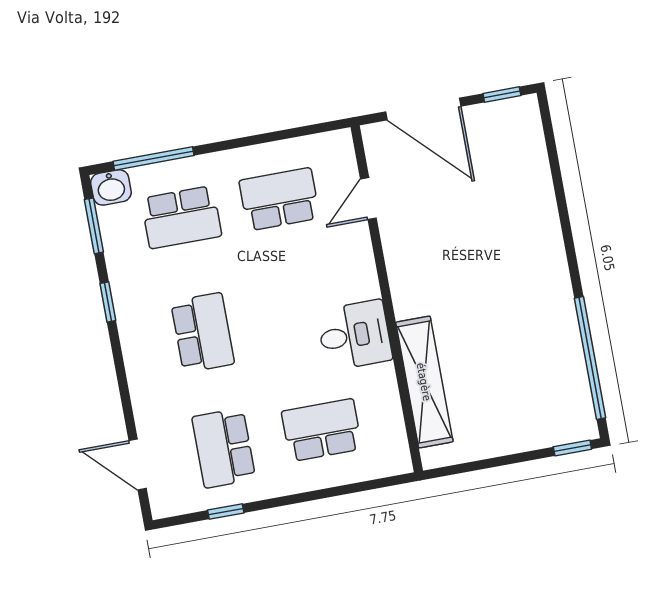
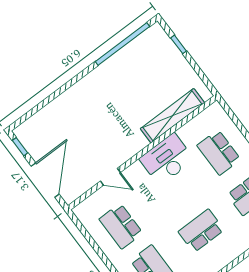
door: (368, 199) -> (110, 177), moved
desk: (354, 335) -> (167, 159), width x1.37
window: (572, 448) -> (179, 44), moved

